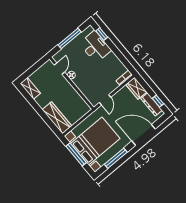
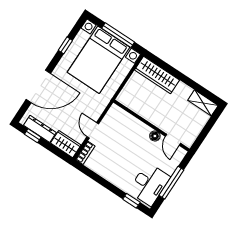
desk: (95, 47) -> (149, 184), moved, turned -90
door: (105, 100) -> (93, 130), moved
window: (116, 158) -> (65, 45), width x0.46

